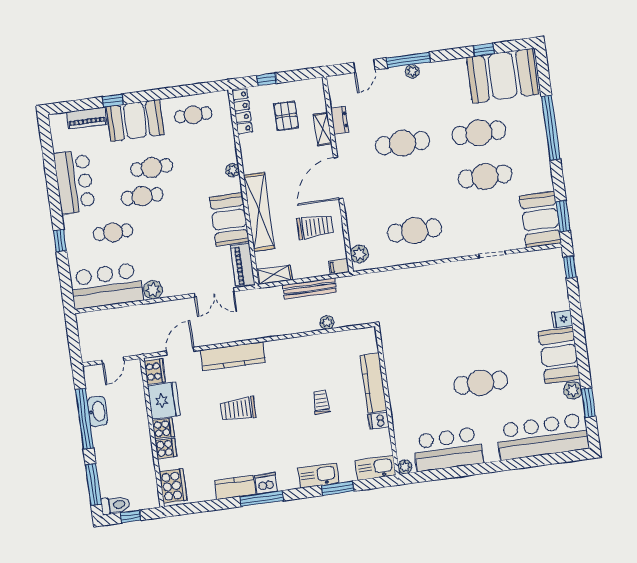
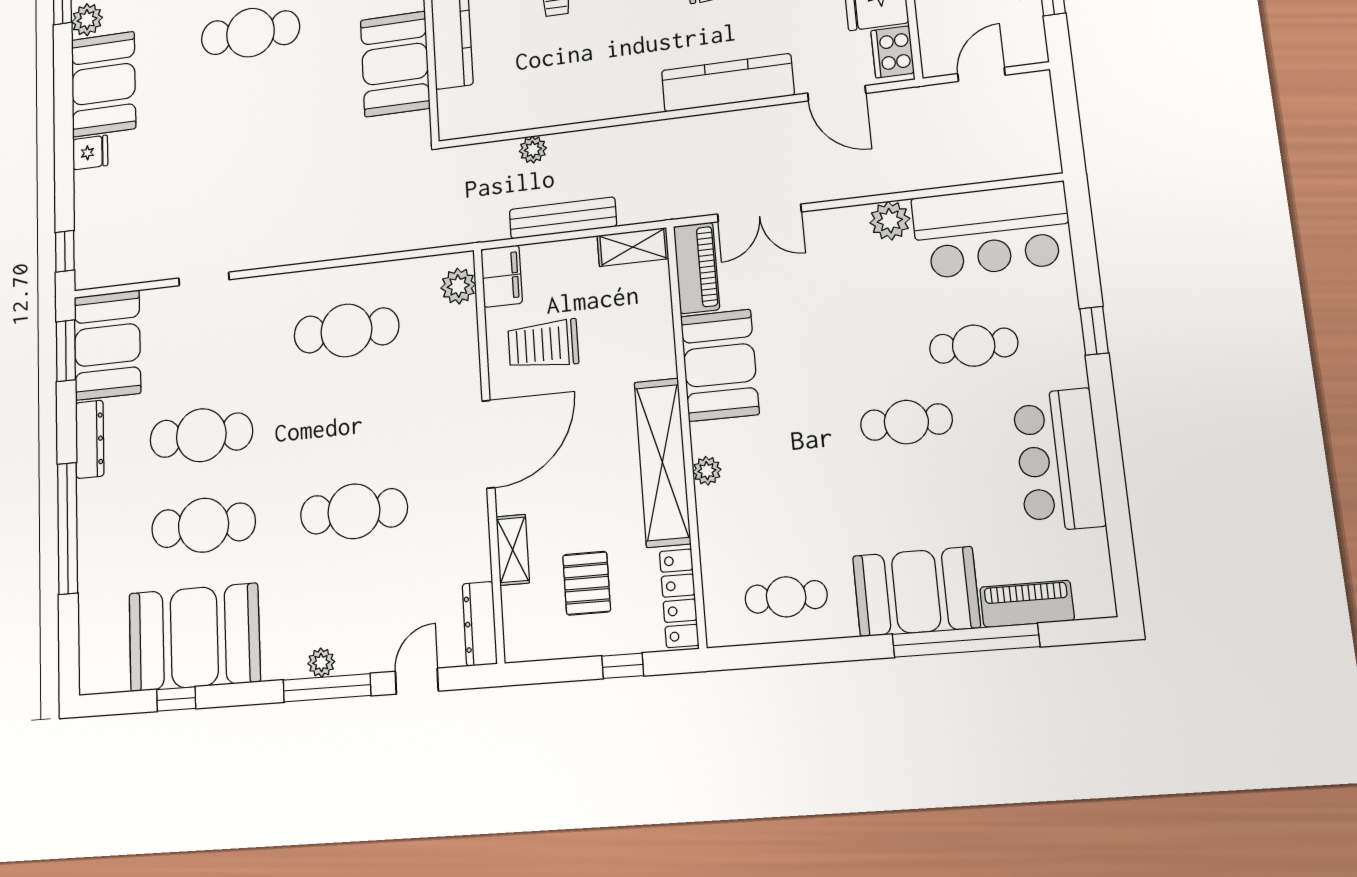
booth: (503, 76) -> (194, 637), moved
window: (113, 101) -> (966, 640), width x3.17
dresser: (340, 120) -> (480, 624), moved, width x1.44
cafe table: (152, 168) -> (883, 484), removed
dresser: (544, 172) -> (90, 439), added
shelving: (259, 212) -> (662, 462), moved
filing cabinet: (339, 266) -> (501, 276), width x2.00
double door: (214, 292) -> (759, 213), swing flipped
door: (180, 351) -> (837, 93), hinge flipped
booth: (402, 366) -> (395, 64), added

